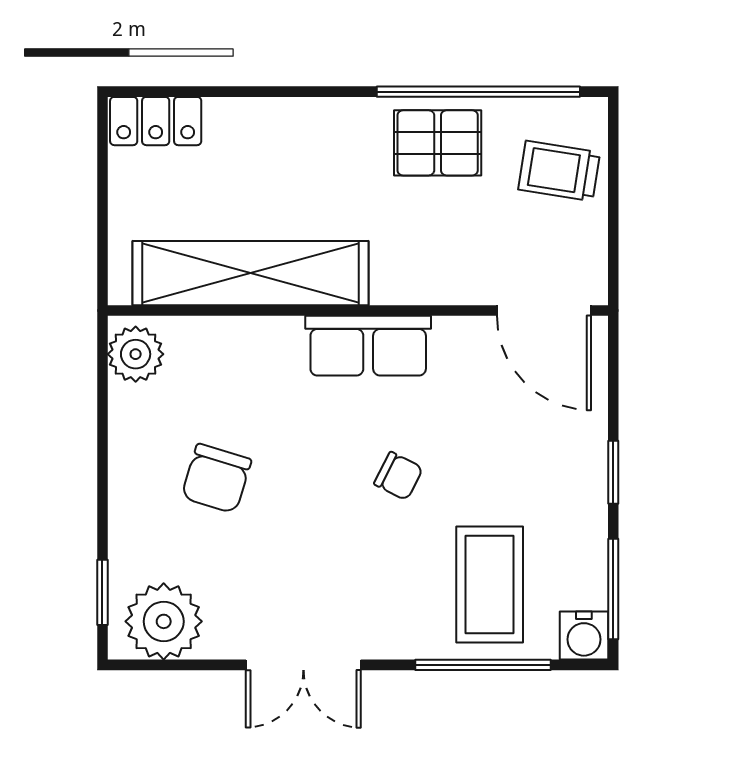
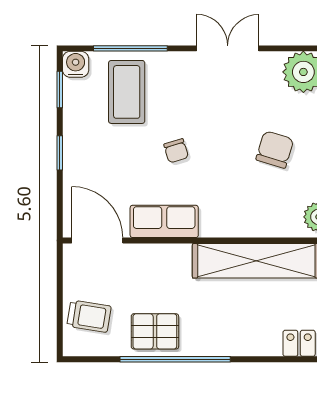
window: (478, 92) -> (175, 359), moved
row of seats: (368, 346) -> (164, 221), moved
chair: (398, 476) -> (176, 151), turned -134
window: (613, 589) -> (60, 90), width x0.67

